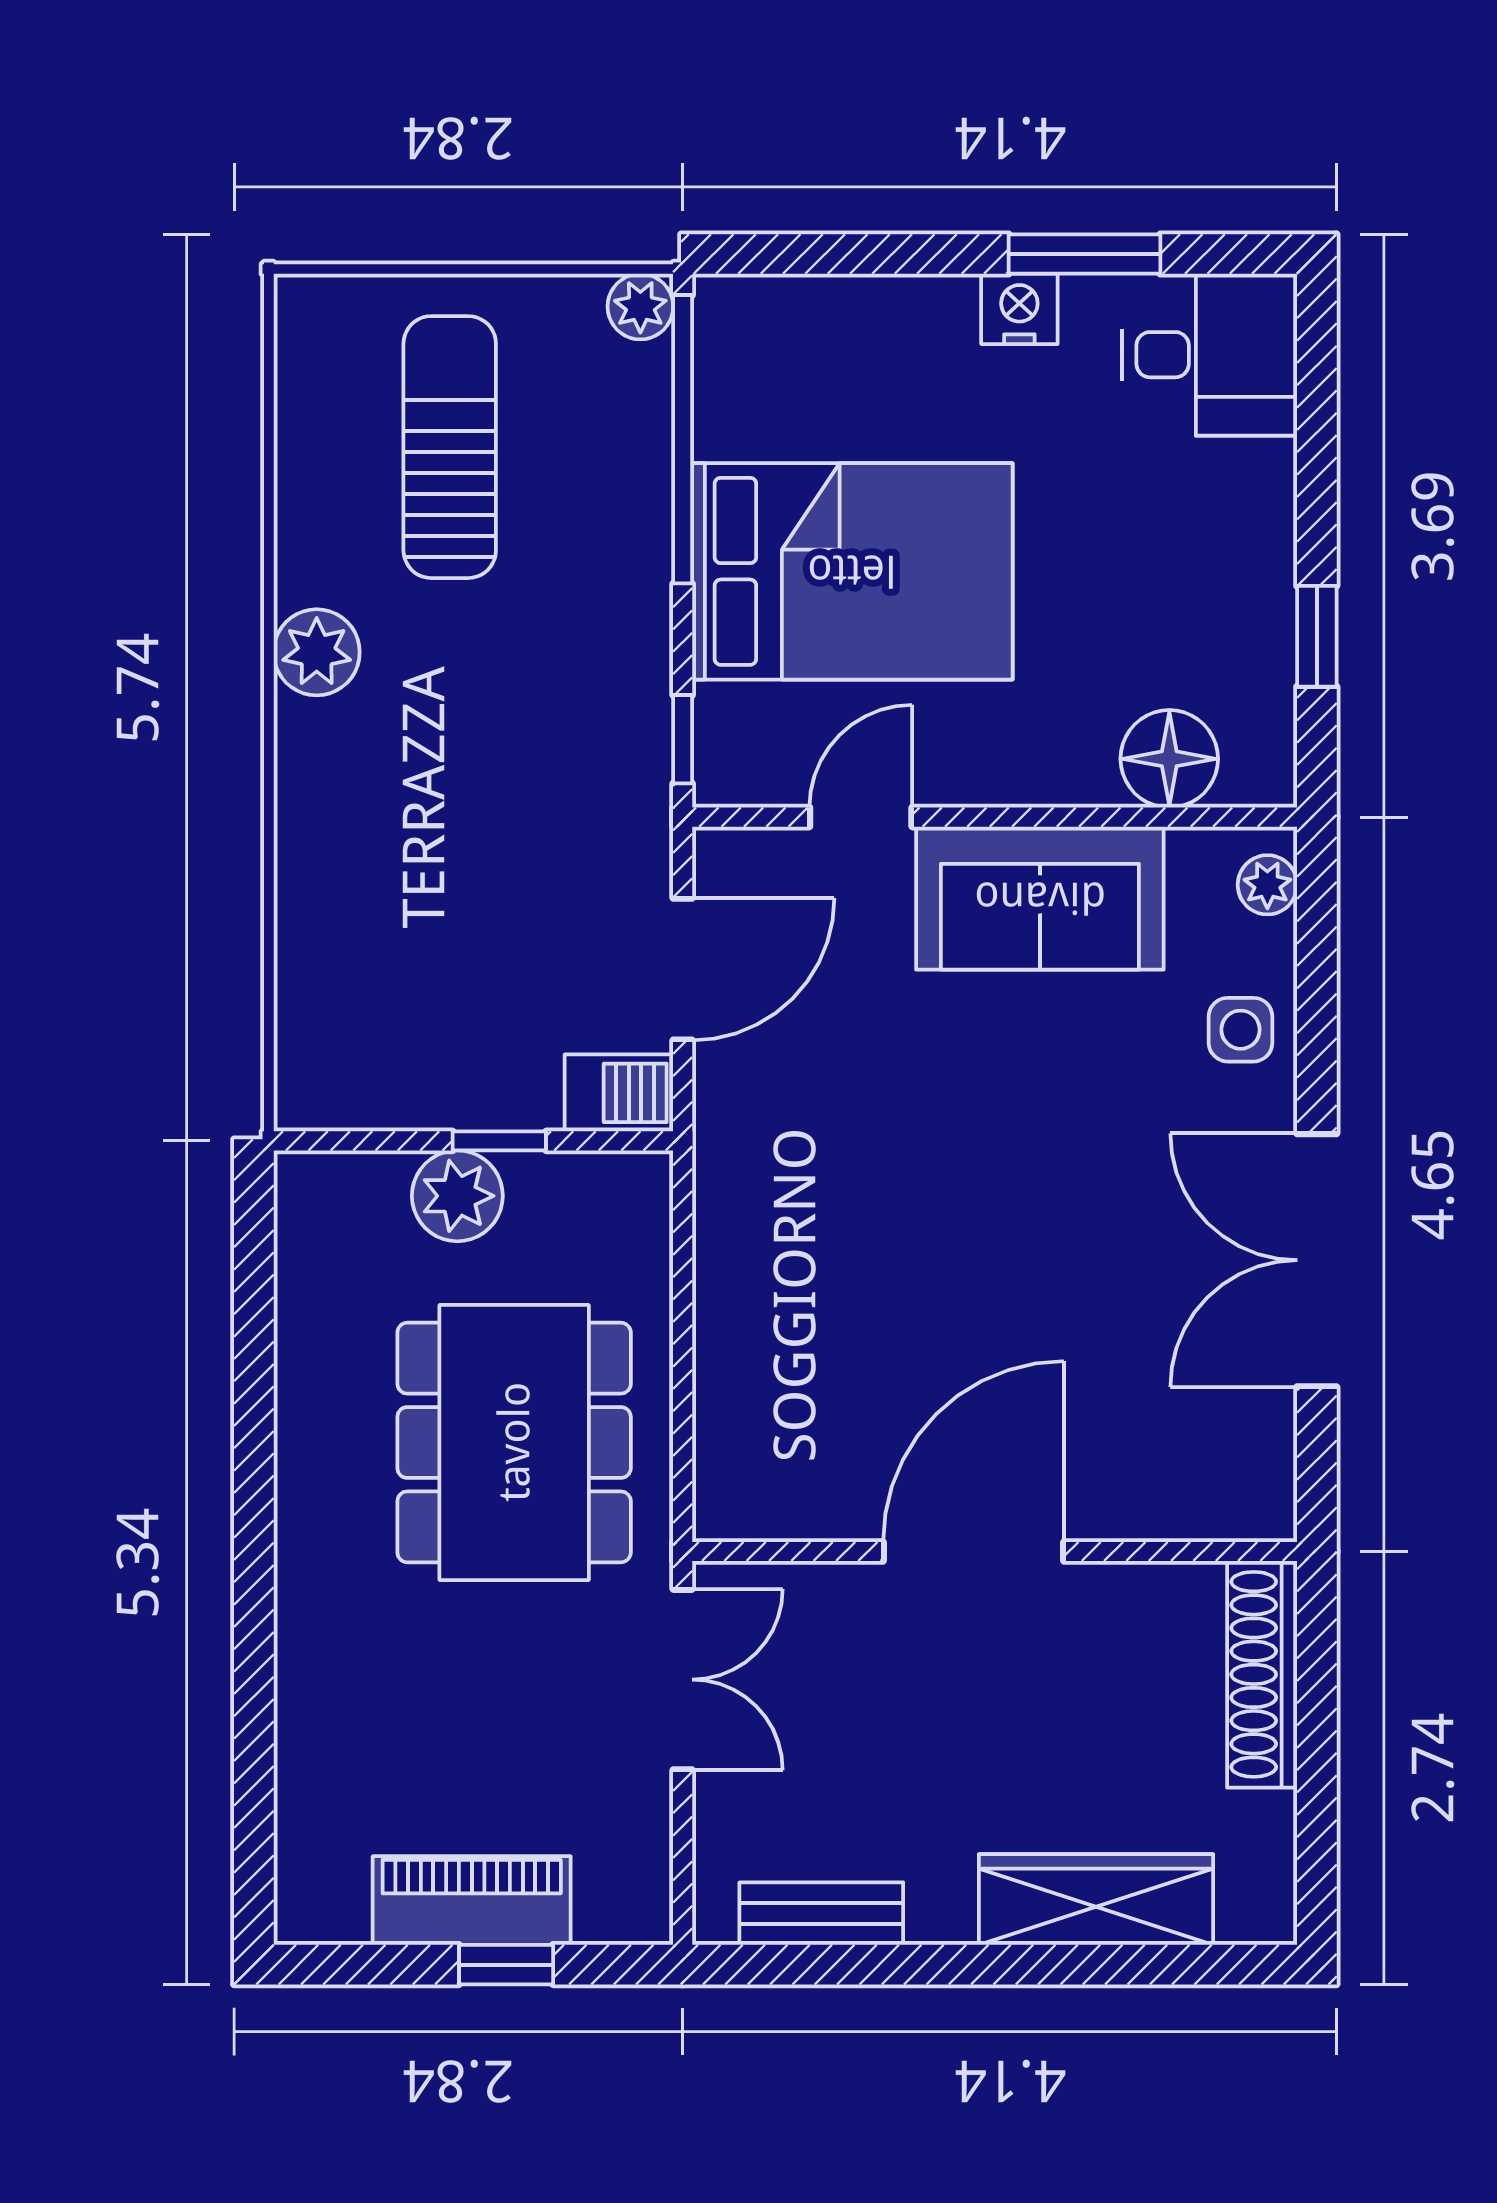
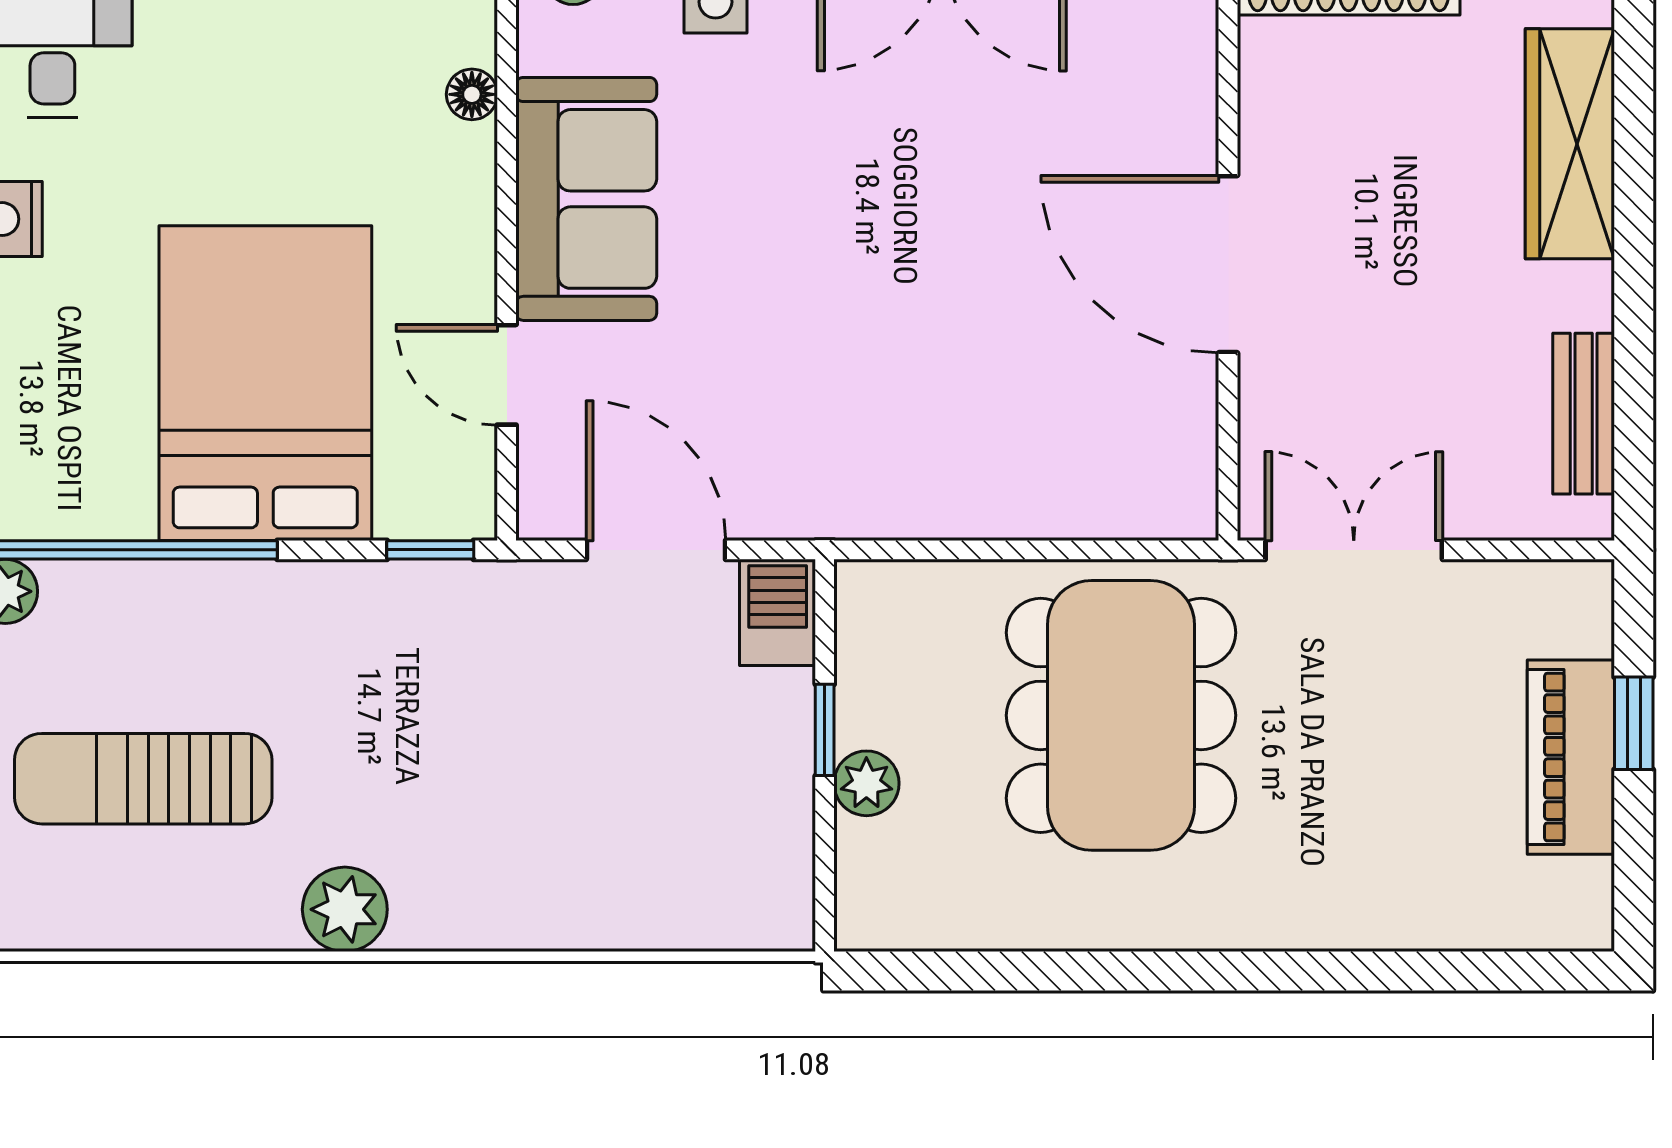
floor lamp: (1169, 759) -> (472, 94), width x0.53, depth x0.53
plant: (457, 1196) -> (866, 783), width x0.73, depth x0.73
dining table: (514, 1442) -> (1121, 715), turned 90

